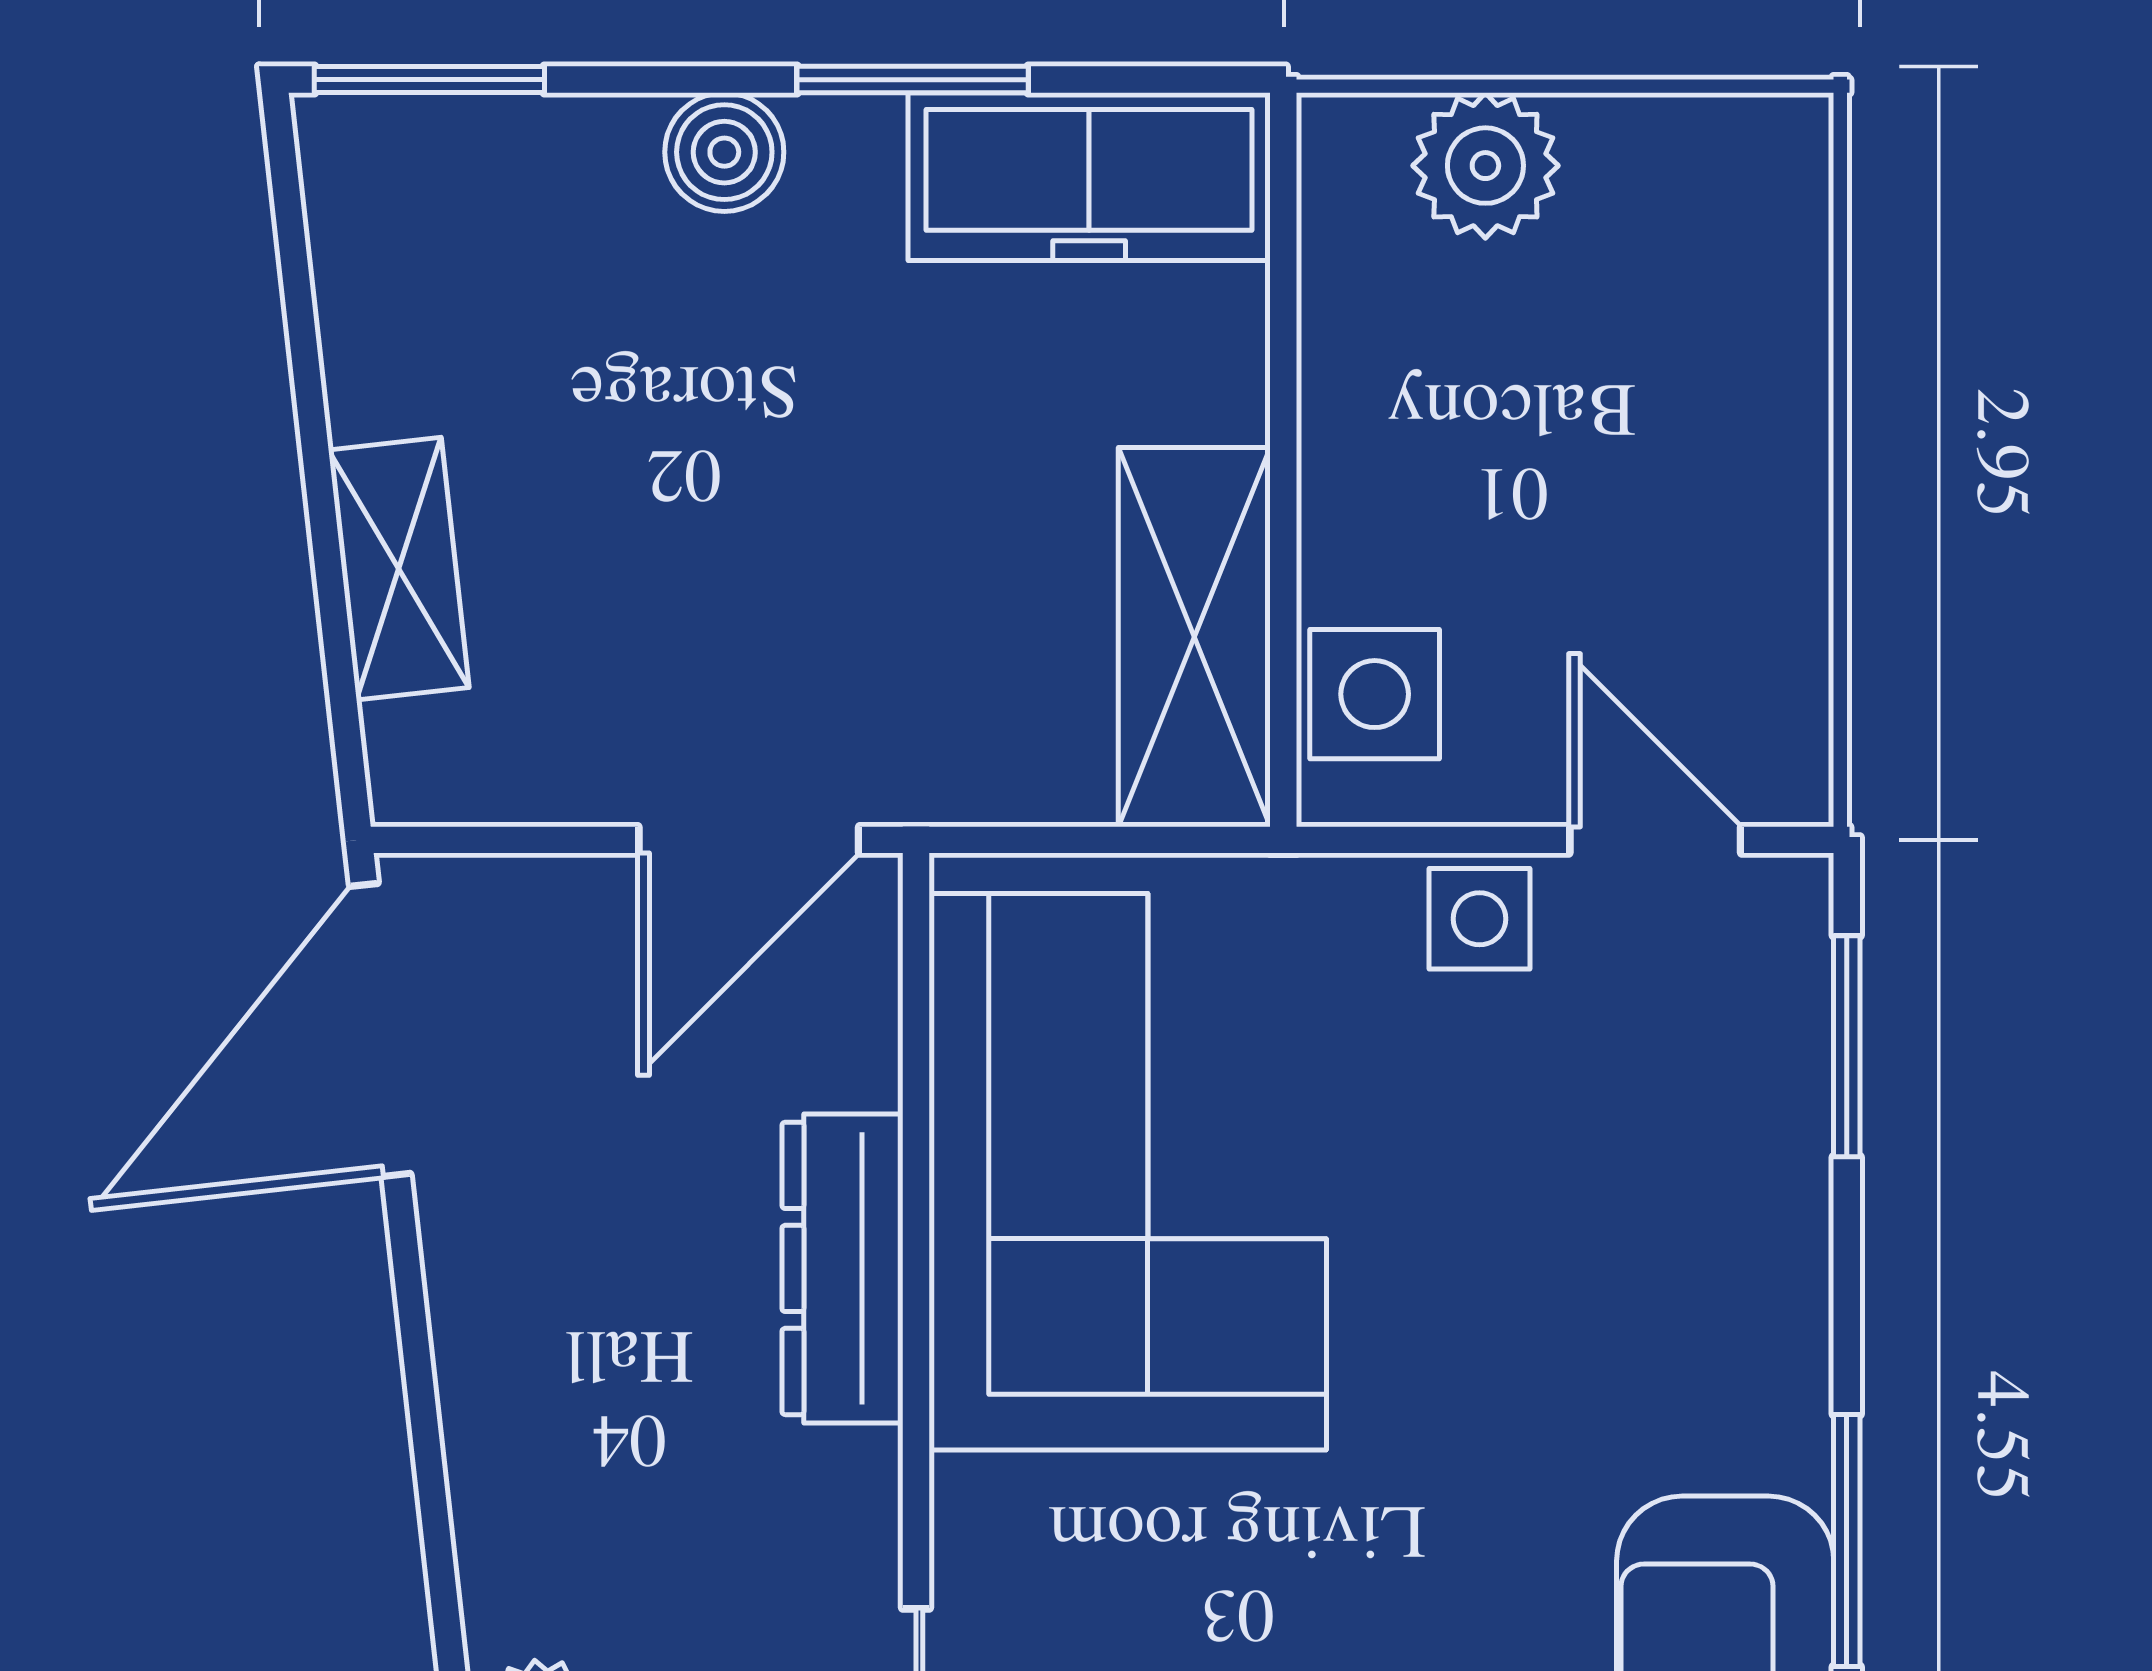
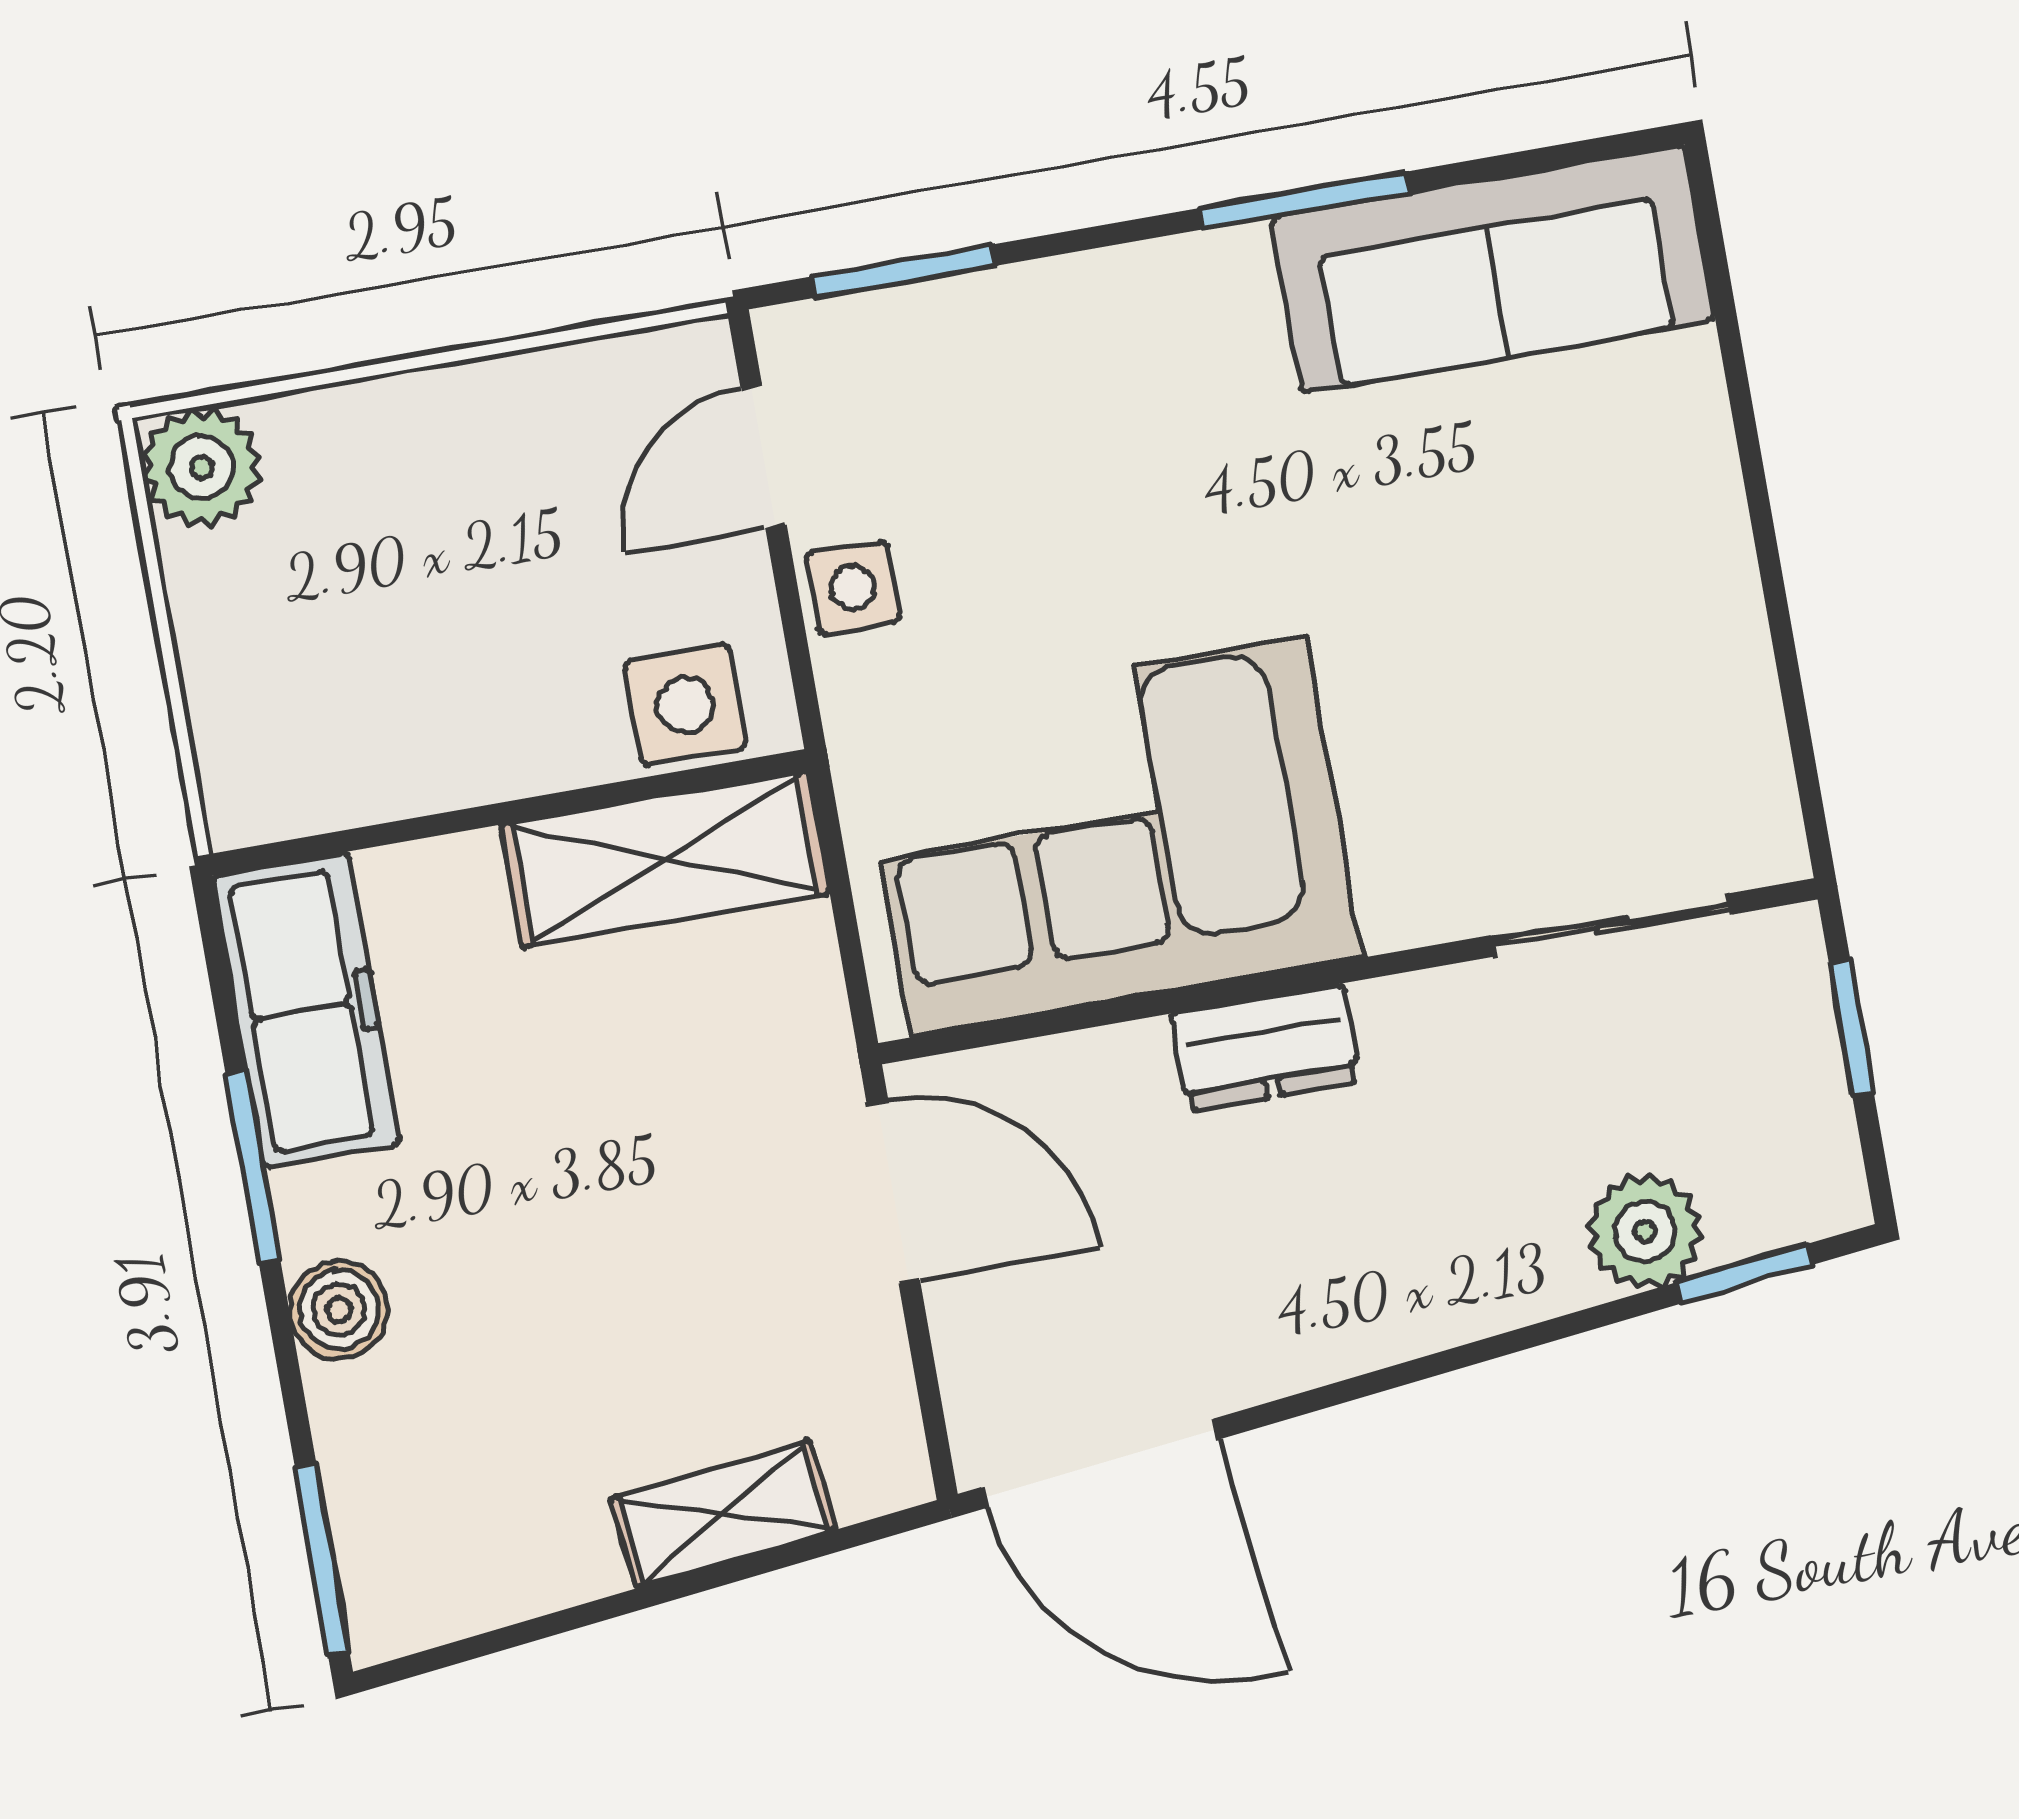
plant: (1485, 166) -> (201, 467), moved
dresser: (842, 1268) -> (1266, 1047), width x0.70

